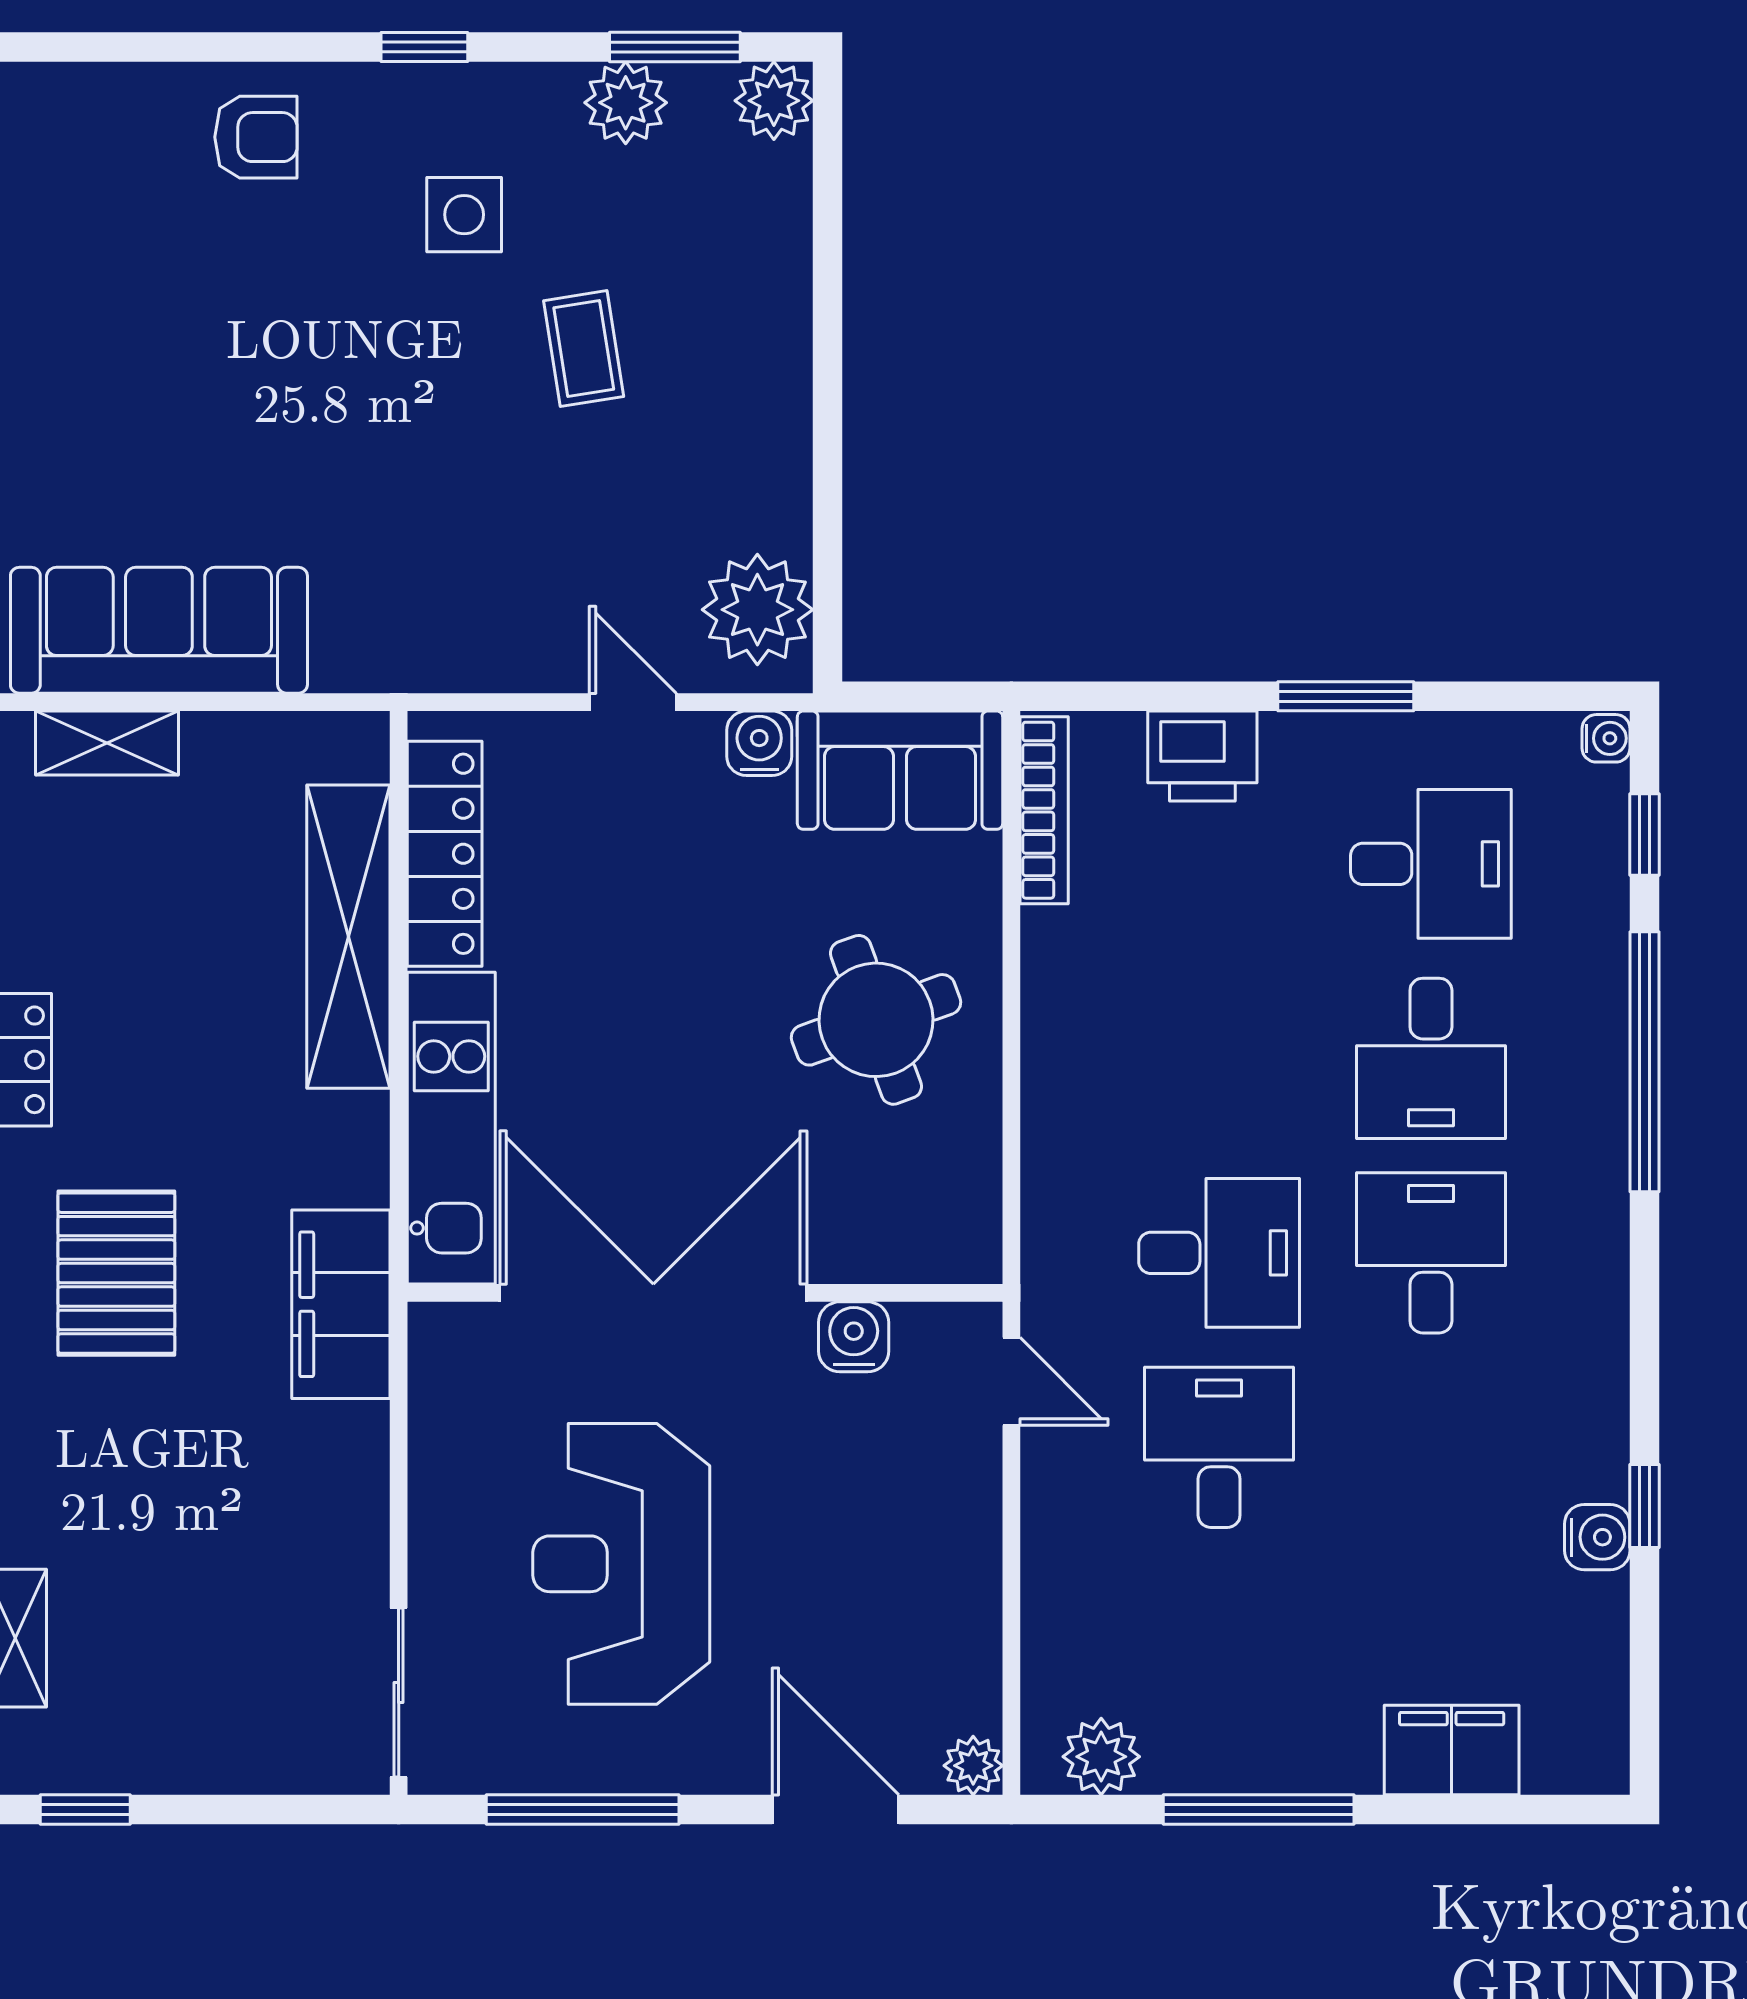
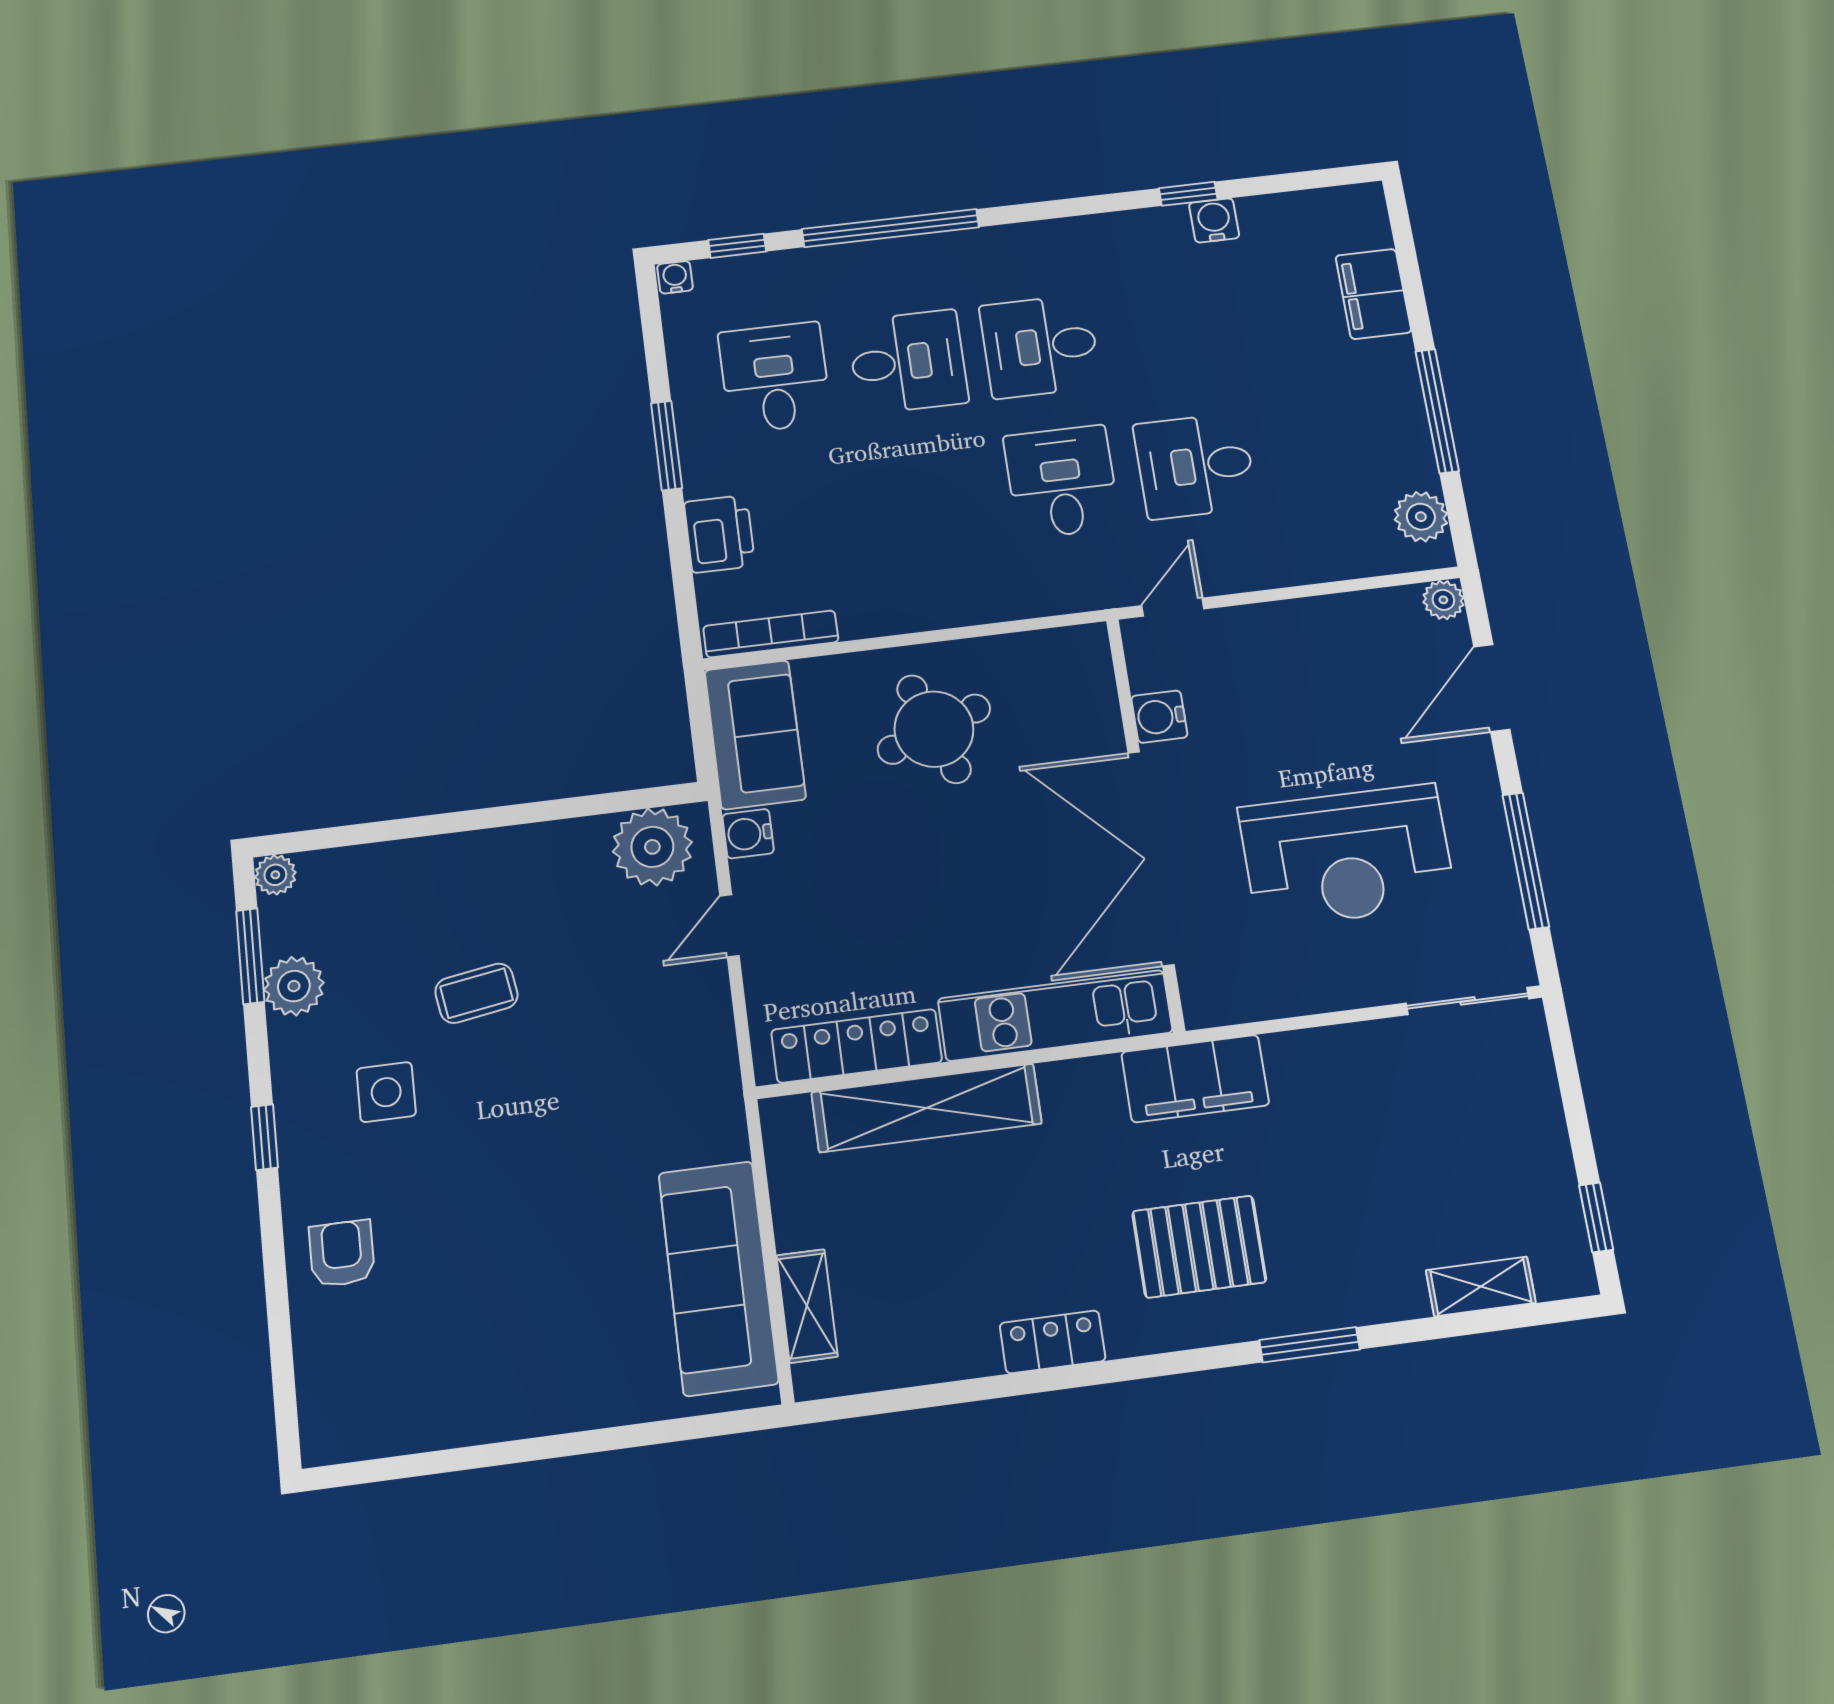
plant: (774, 101) -> (275, 875), width x0.73, depth x0.73

